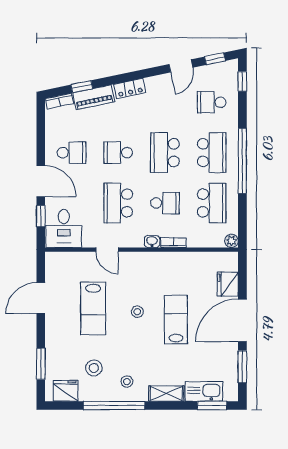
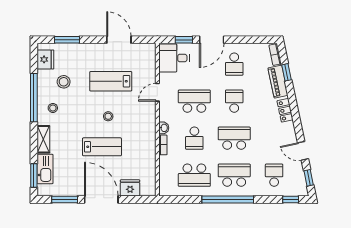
school desk: (212, 153) -> (234, 175), turned 180
plant: (231, 241) -> (164, 191), removed

